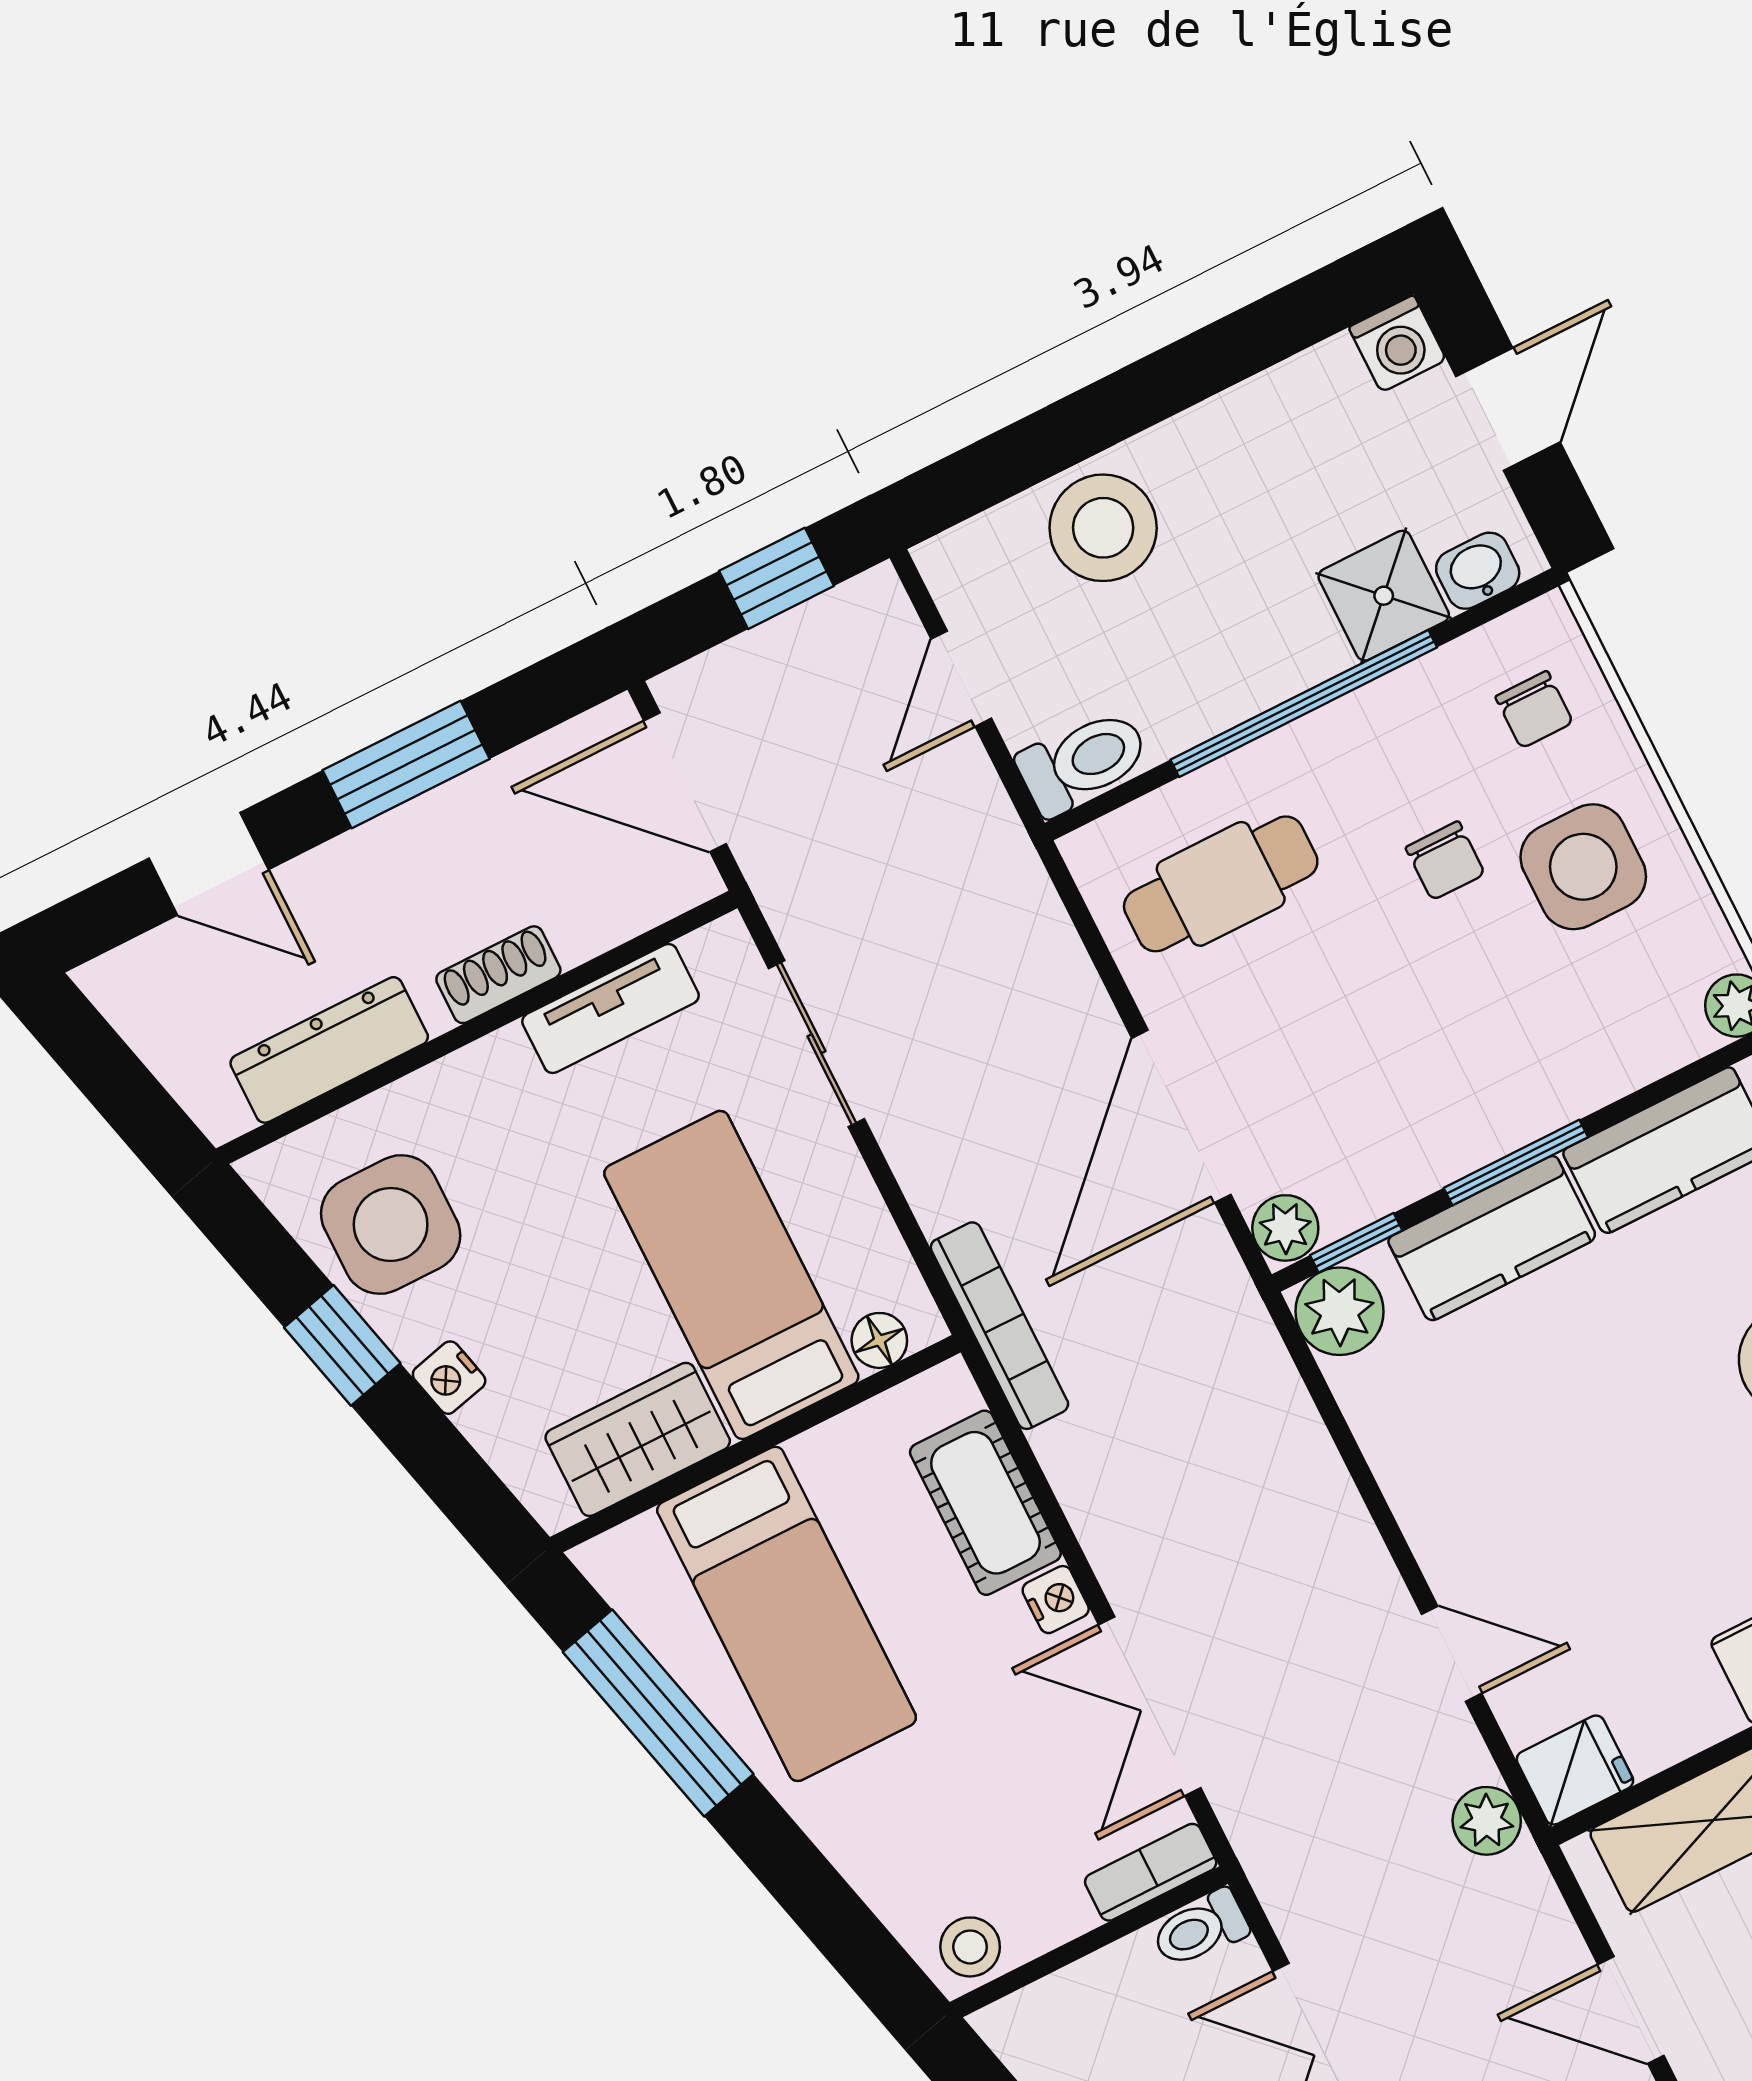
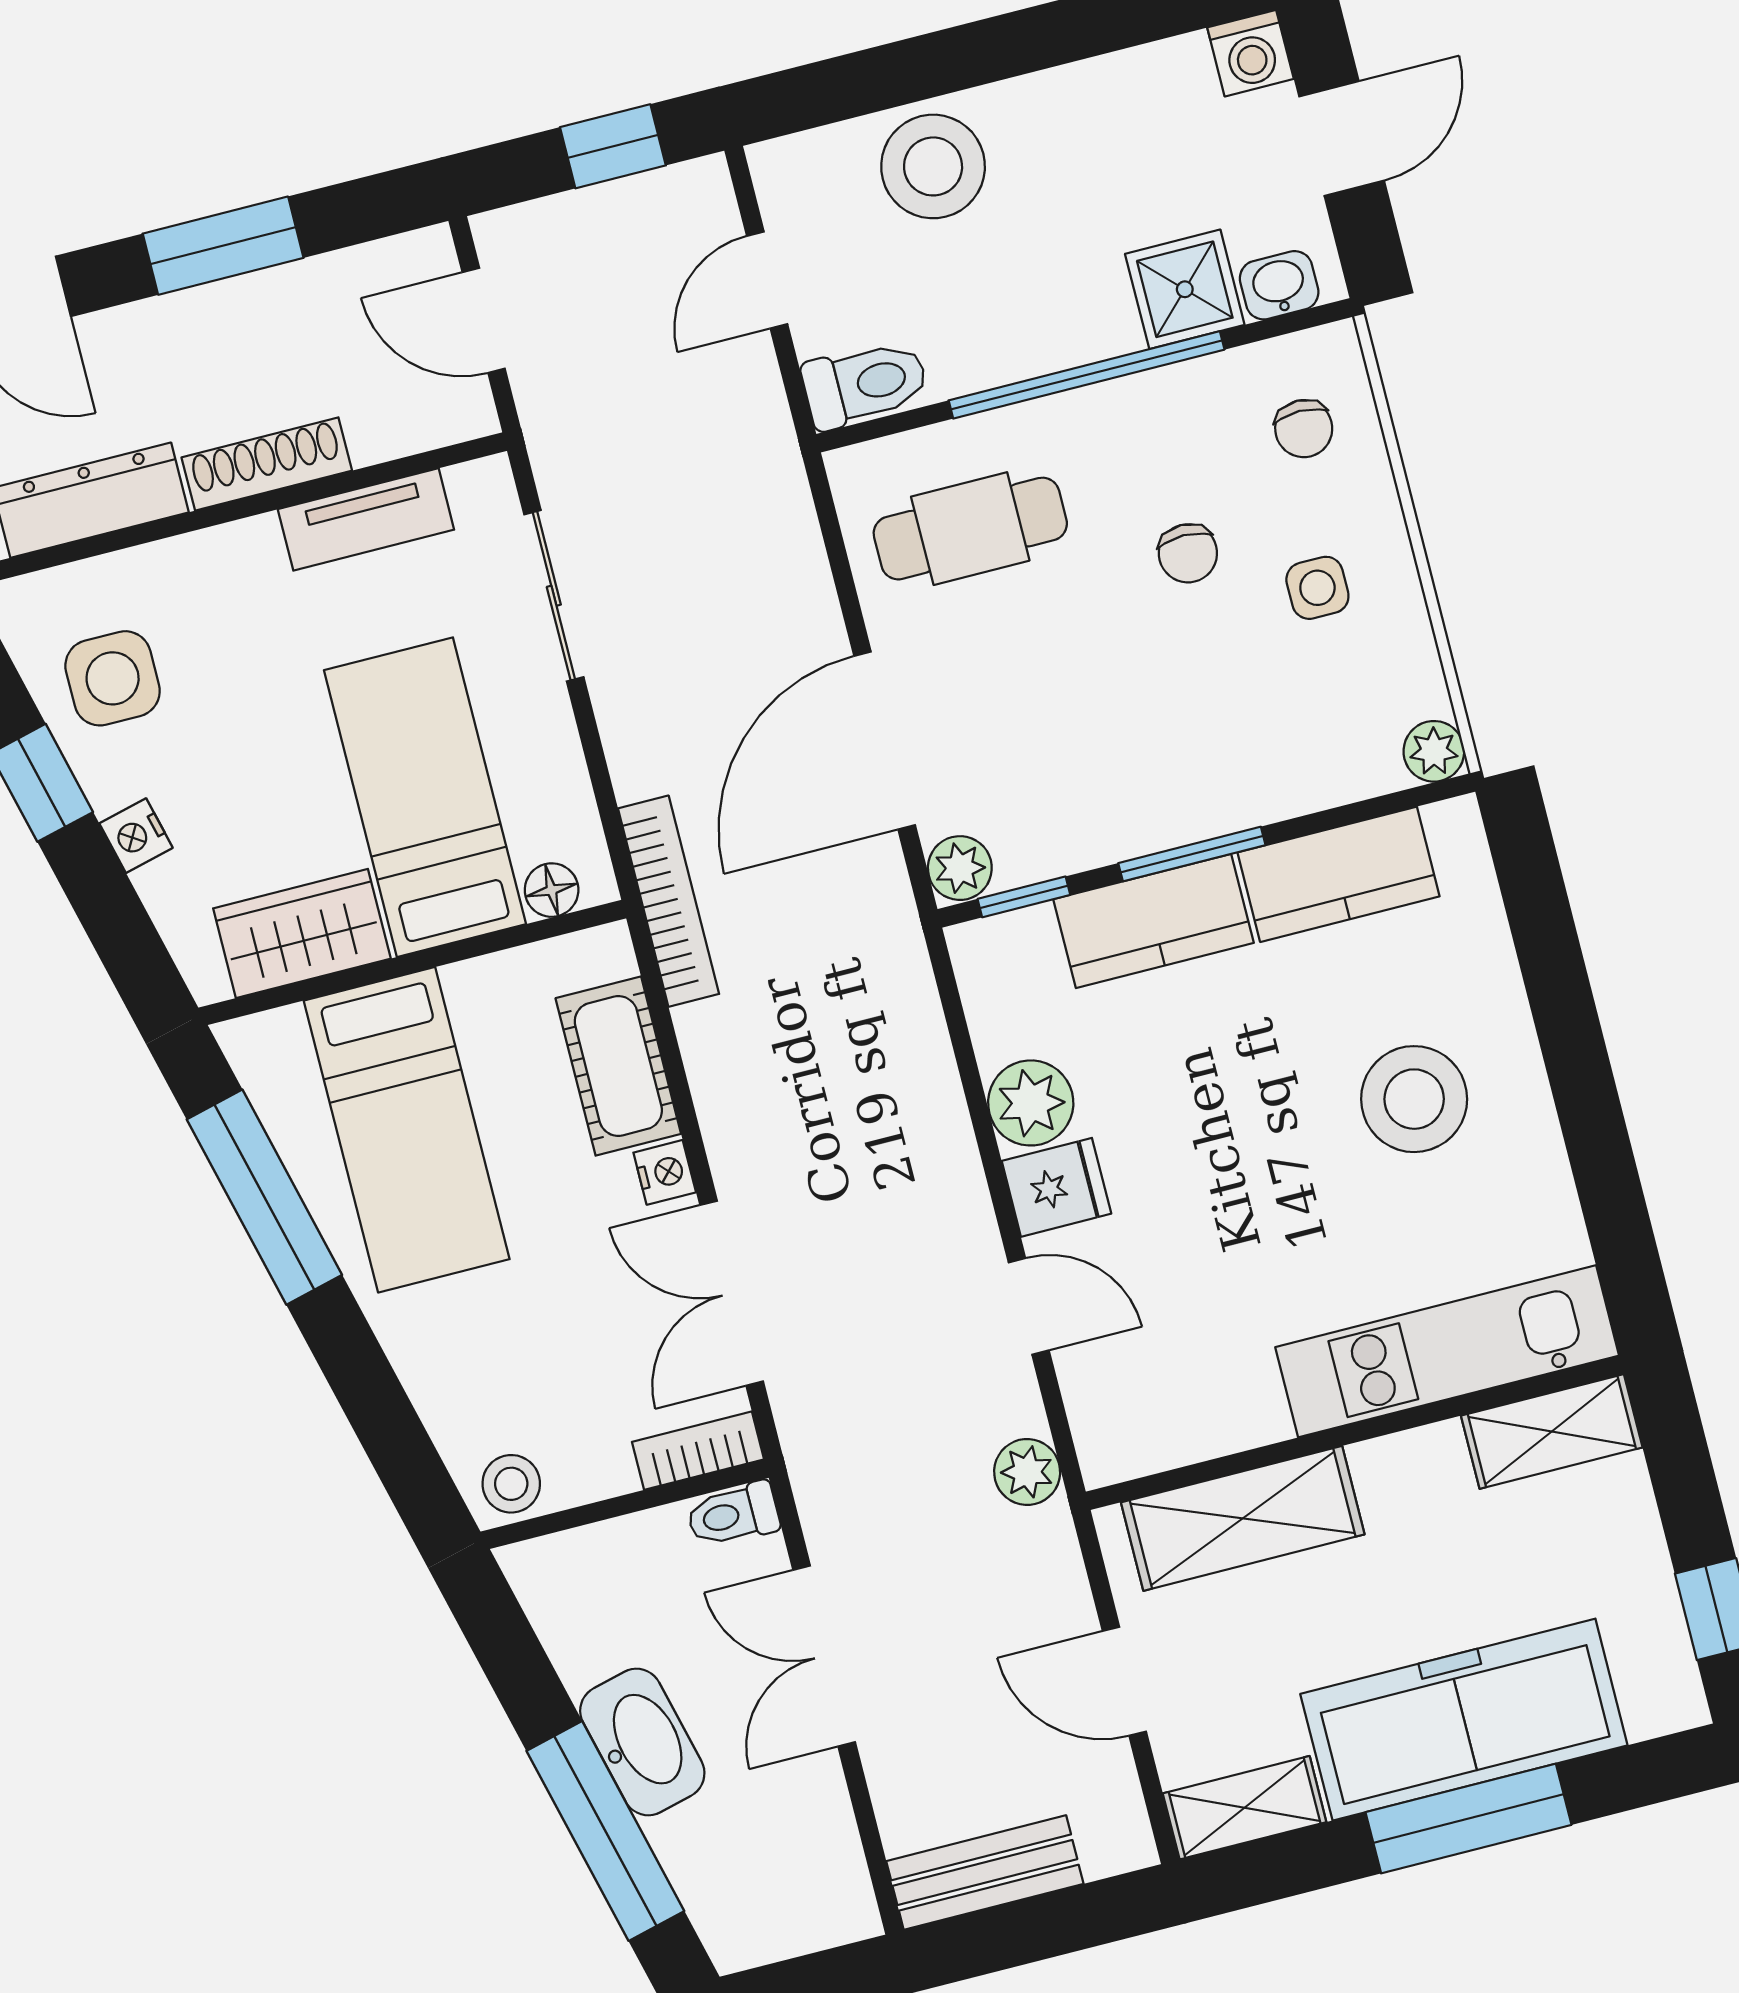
door: (685, 782) -> (484, 320), width x0.73
side table: (1583, 867) -> (1317, 588), width x0.54, depth x0.54
shoe rack: (498, 975) -> (267, 464), width x1.43
side table: (391, 1225) -> (113, 678), width x0.73, depth x0.73
plant: (1340, 1311) -> (1031, 1103), moved
fridge: (1575, 1770) -> (1056, 1187), moved

